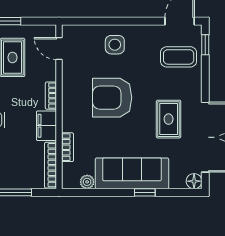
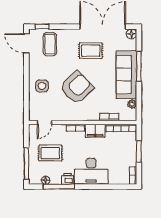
armchair: (112, 98) -> (77, 88), turned -134
window: (145, 192) -> (139, 66), width x2.17

